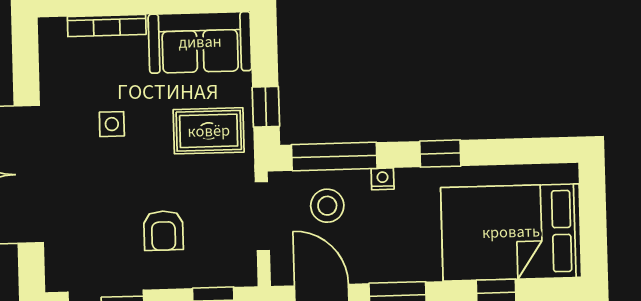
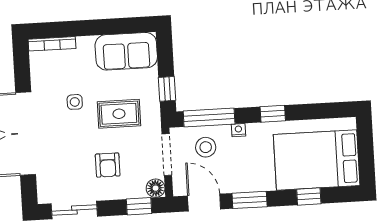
bookcase: (107, 26) -> (52, 44), moved
rug: (209, 131) -> (119, 114), moved
floor lamp: (242, 271) -> (156, 188), added

